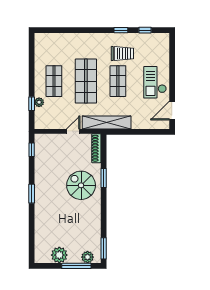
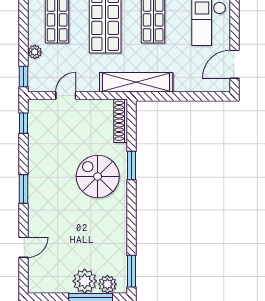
window: (32, 104) -> (24, 77), moved
door: (73, 131) -> (66, 96), moved
door: (32, 232) -> (24, 247), added
plant: (59, 255) -> (85, 281), moved

